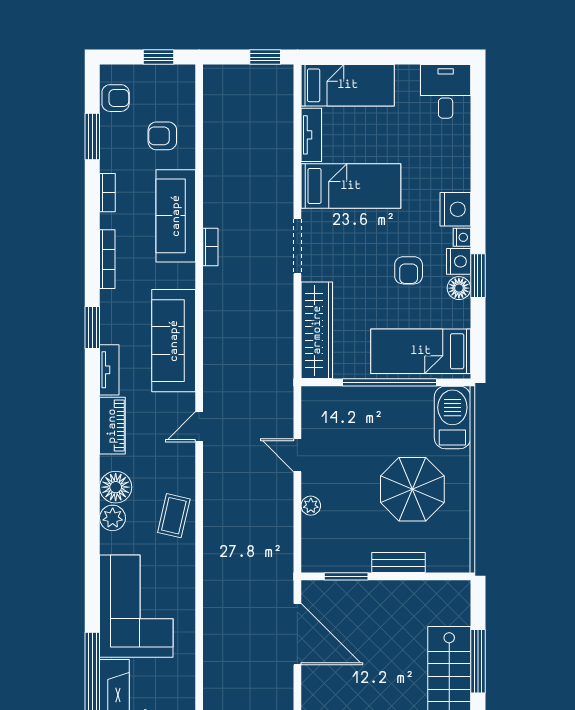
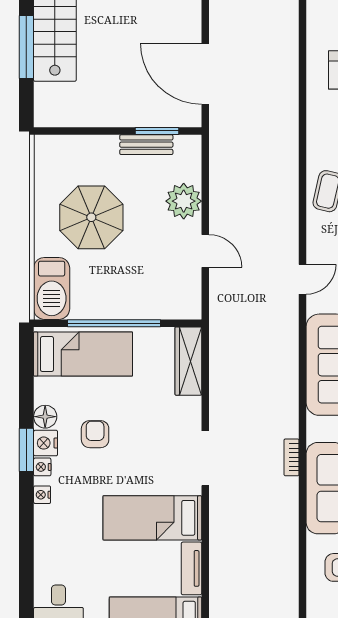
nightstand: (455, 209) -> (42, 495), width x0.53, depth x0.56
window: (478, 276) -> (26, 450), moved
wardrobe: (317, 330) -> (188, 361), width x0.71, depth x0.85
plant: (311, 506) -> (184, 201), width x1.88, depth x1.88
bench: (398, 563) -> (146, 145), moved

